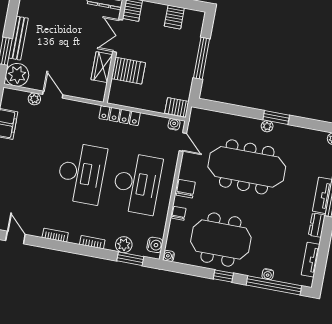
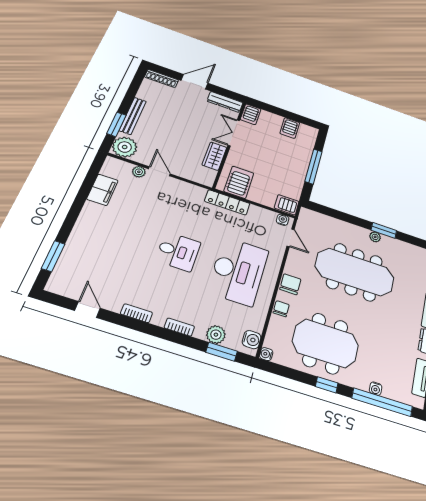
server rack: (128, 71) -> (239, 182), moved, turned -90
desk: (81, 173) -> (178, 252), width x0.53, depth x0.77

